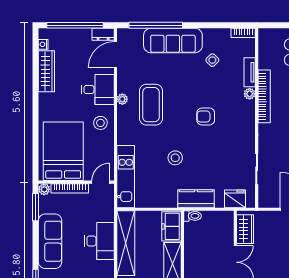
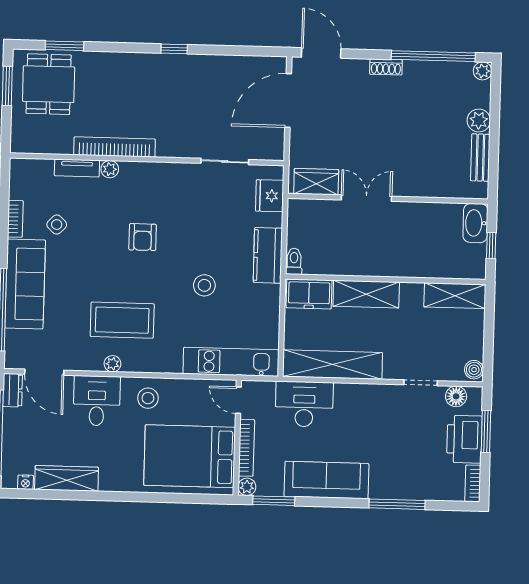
bookcase: (243, 33) -> (15, 219), moved
desk: (99, 241) -> (304, 404), moved

